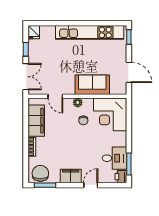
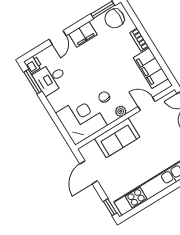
door: (129, 72) -> (89, 172), hinge flipped
chair: (40, 173) -> (114, 18), turned 90

